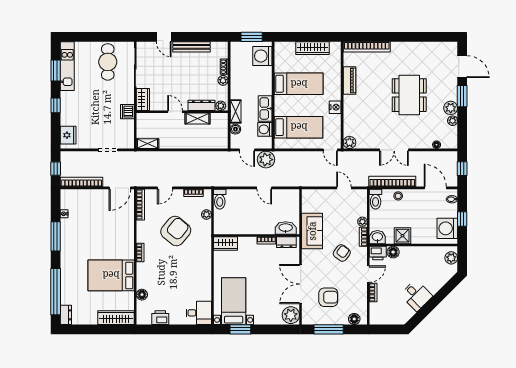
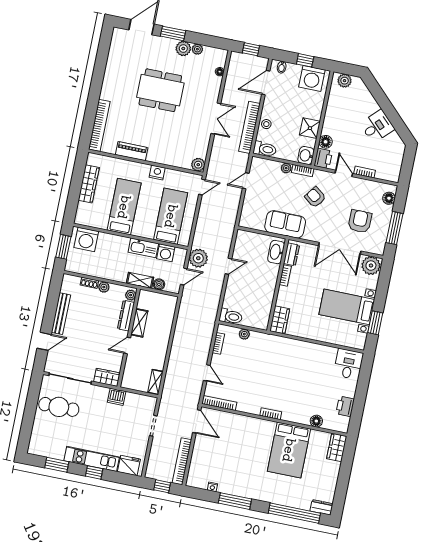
kitchen unit: (67, 66) -> (92, 459), moved
armchair: (176, 231) -> (255, 371), removed
bed with nightstands: (234, 301) -> (347, 307), moved
wardrobe: (116, 318) -> (337, 447), width x0.67

